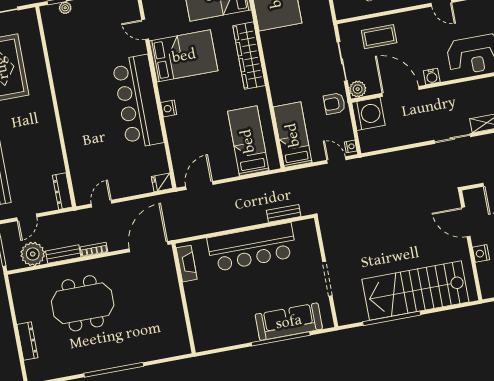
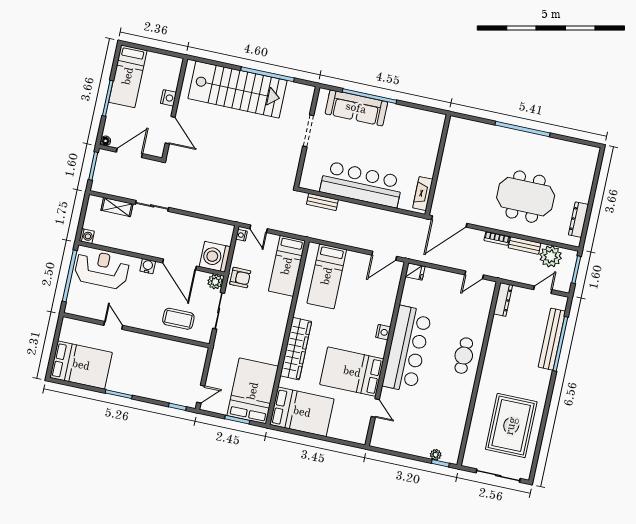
cafe table: (78, 119) -> (464, 356), added
dresser: (27, 341) -> (578, 220), moved

